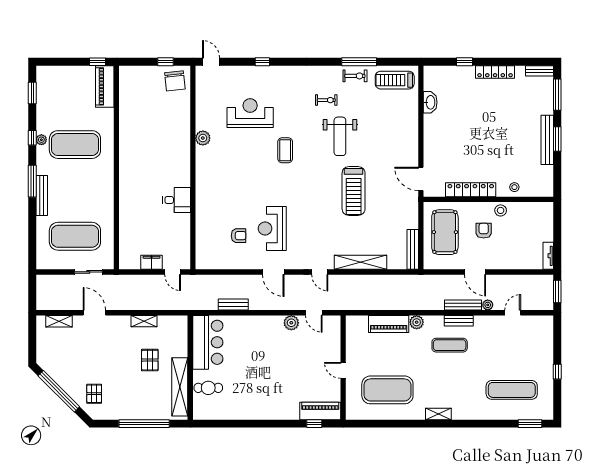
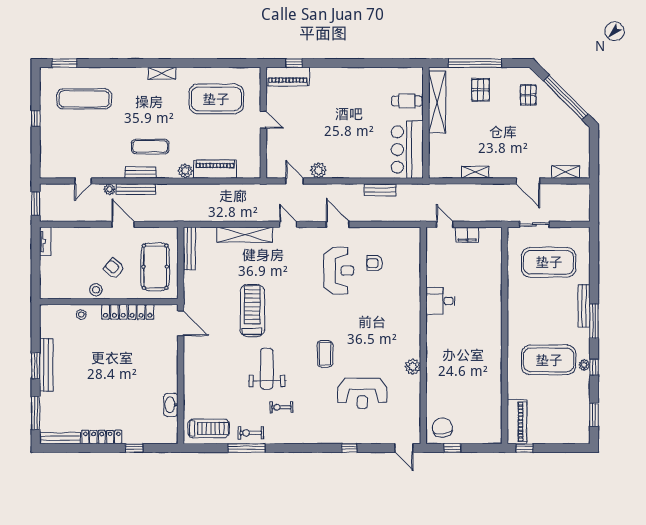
bench: (539, 71) -> (60, 438), width x1.36
armchair: (484, 231) -> (114, 268), turned 131
pallet: (150, 360) -> (481, 90), moved

